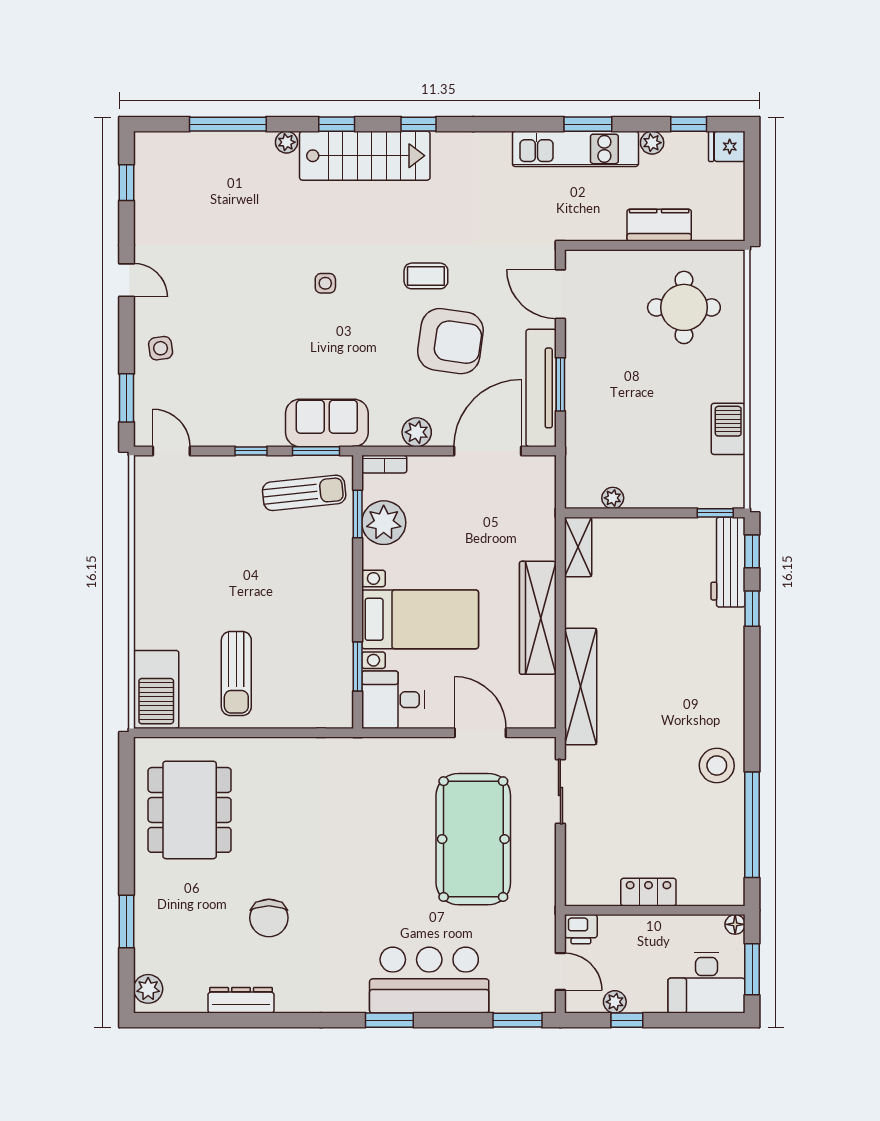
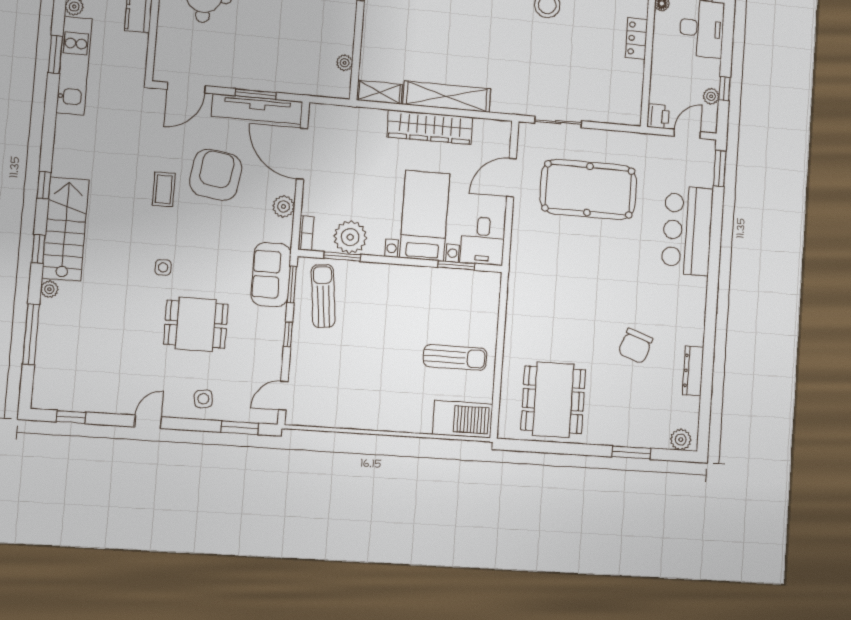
dining table: (255, 331) -> (196, 324), added
shelving: (581, 687) -> (447, 97), moved
dining table: (190, 810) -> (553, 400), turned 90
locker: (648, 892) -> (637, 38), moved
chair: (269, 918) -> (635, 346), turned 109
window: (389, 1020) -> (714, 262), removed

